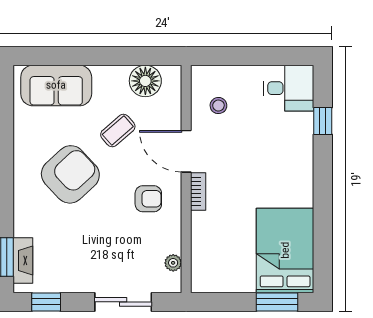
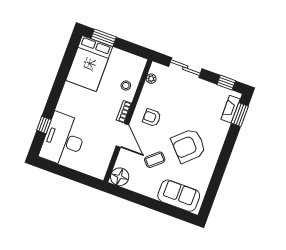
floor lamp: (145, 81) -> (120, 177), moved
desk: (289, 88) -> (64, 140), width x1.87, depth x1.30
stool: (218, 106) -> (126, 86), moved

